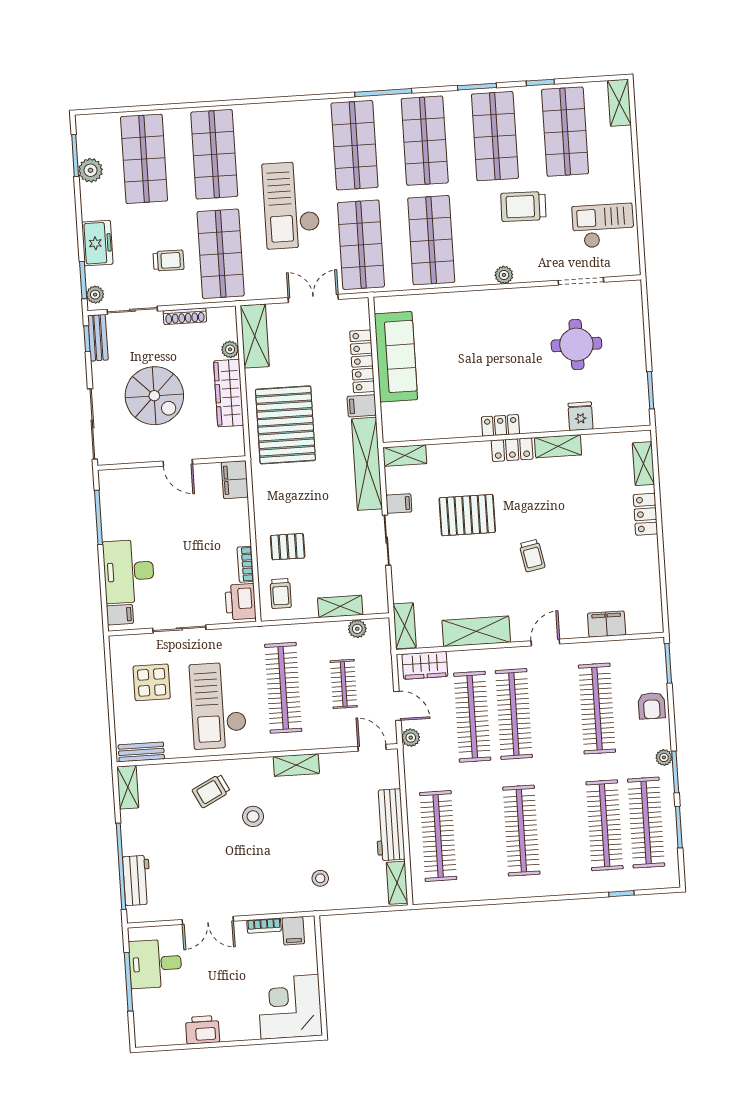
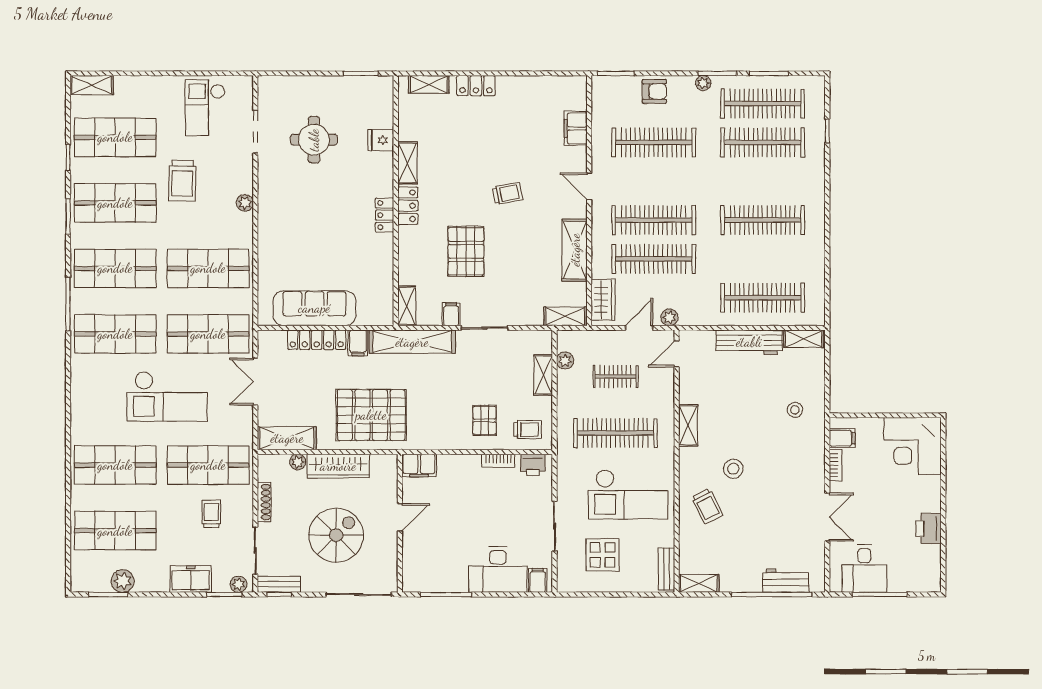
printer: (240, 602) -> (533, 465), width x0.73, depth x0.81

